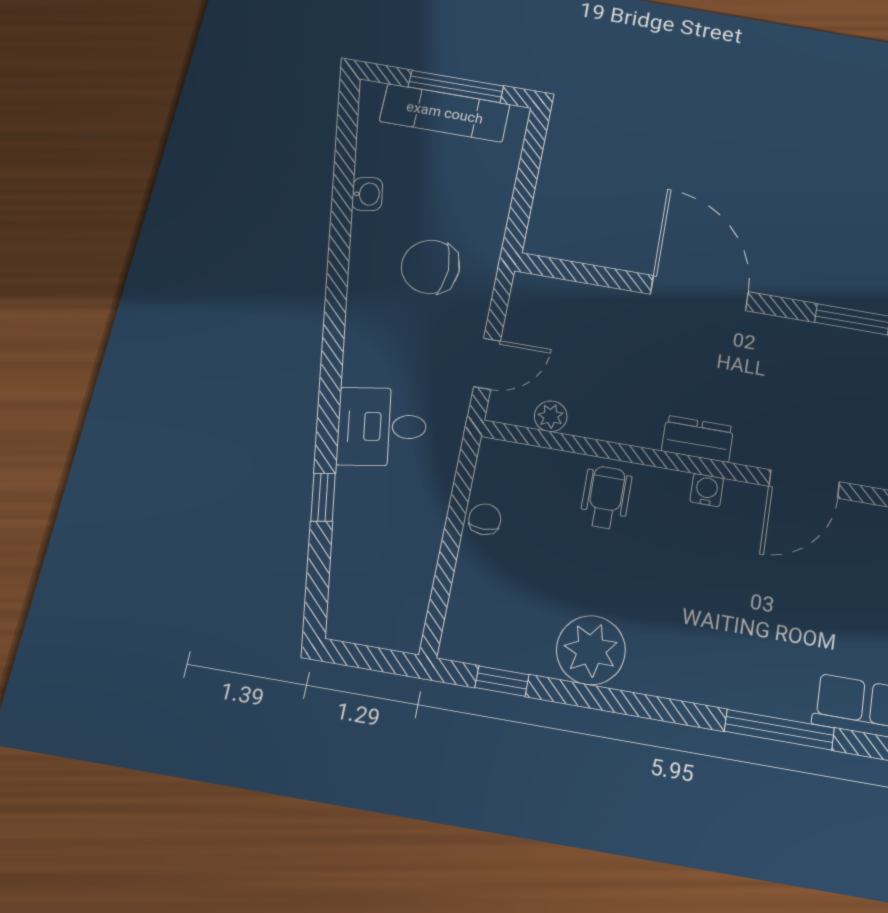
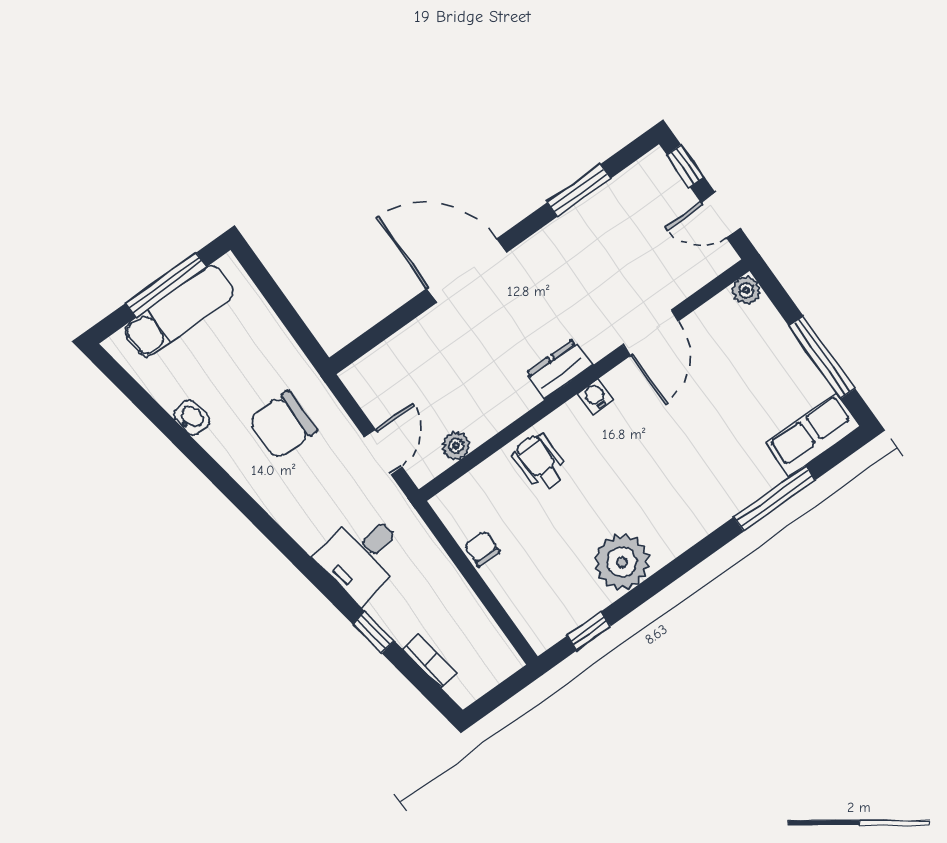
bookcase: (343, 568) -> (430, 661), added

